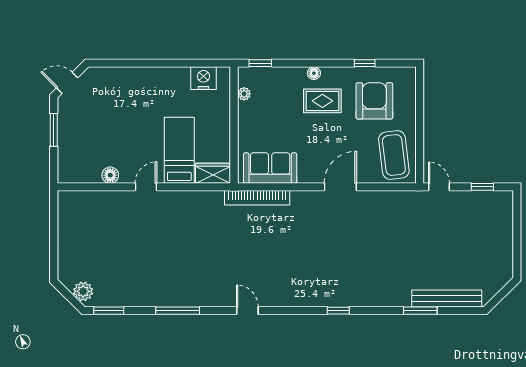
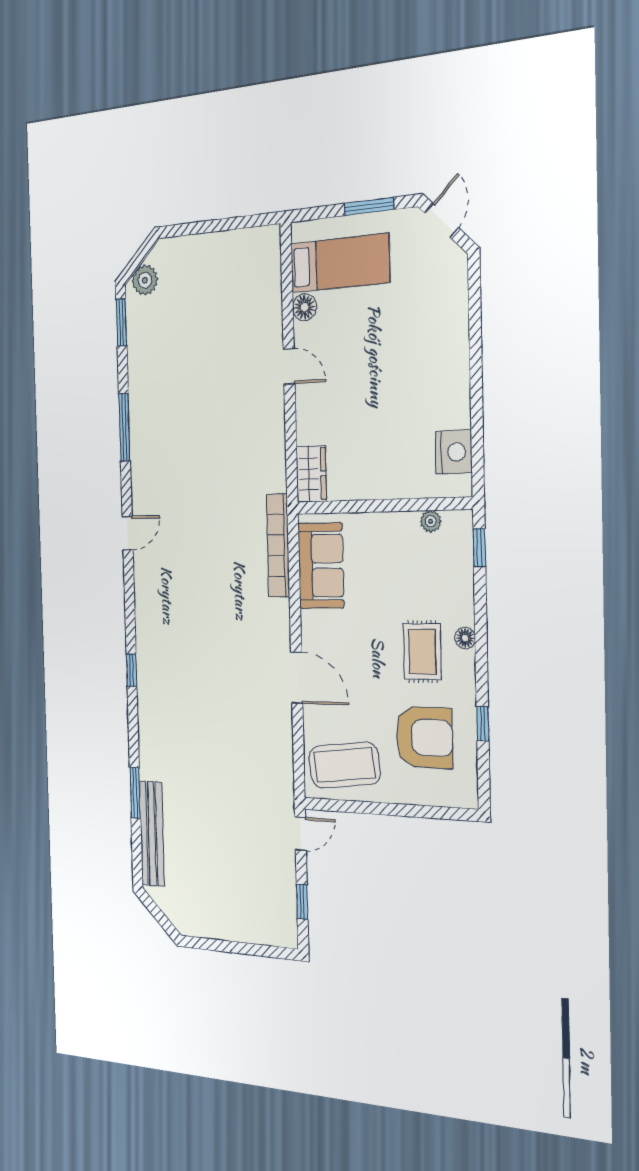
bed: (179, 150) -> (340, 263), moved

